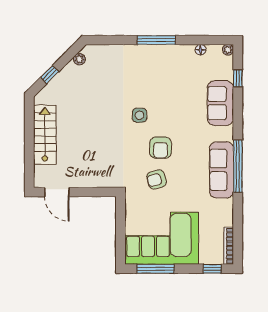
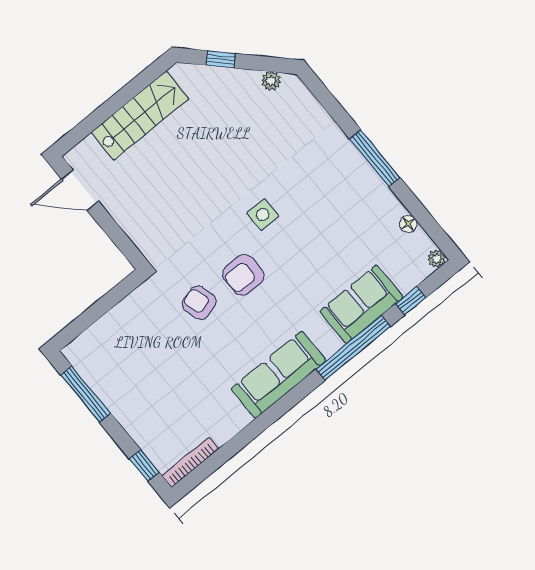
window: (238, 166) -> (353, 348), moved
door: (57, 192) -> (80, 190), hinge flipped
corner sofa: (162, 238) -> (130, 370), removed

